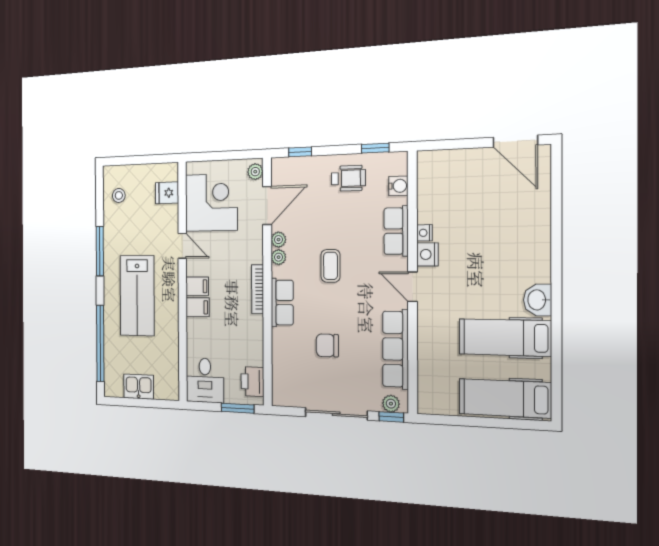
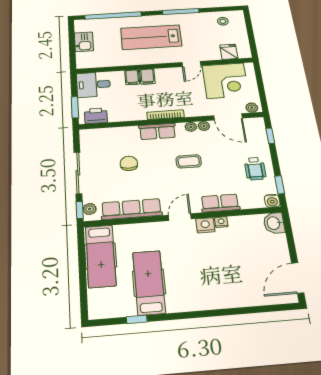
water cooler: (398, 186) -> (272, 201), moved
filing cabinet: (197, 286) -> (132, 77), moved
washbasin: (538, 300) -> (274, 223), moved, turned -90
window: (557, 359) -> (137, 319), added
hospital bed: (505, 398) -> (101, 256), moved, turned 180

